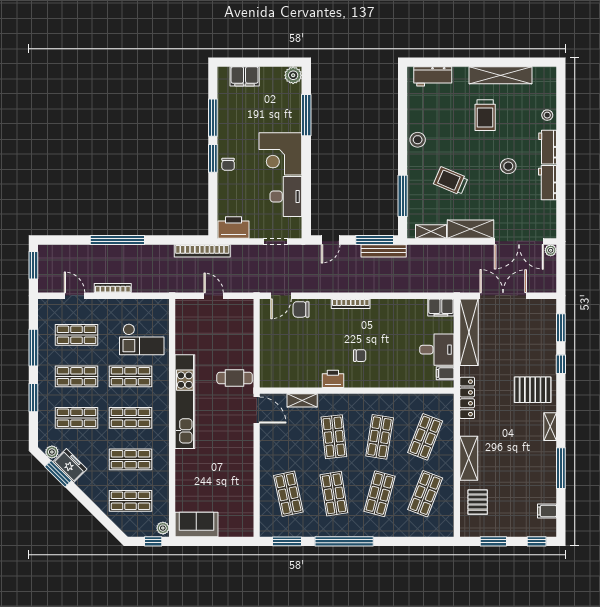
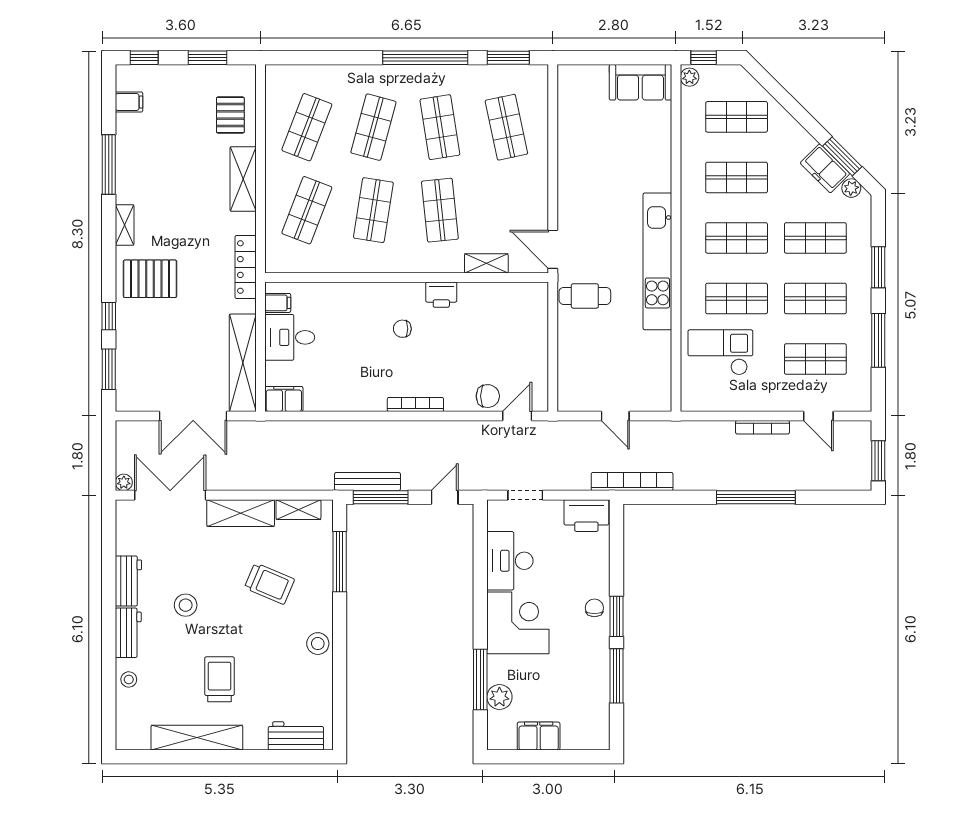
plant: (293, 75) -> (499, 697), moved
filing cabinet: (245, 76) -> (539, 736), moved

